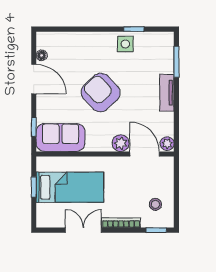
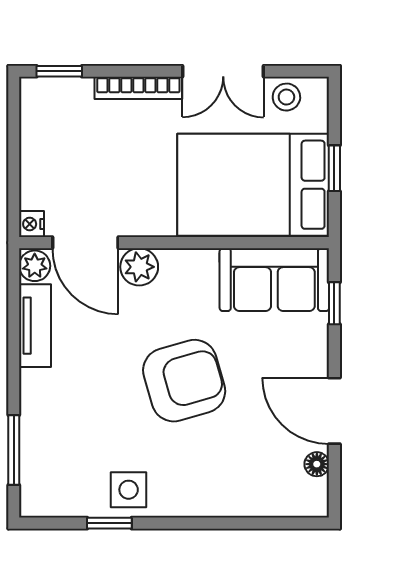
armchair: (101, 93) -> (184, 381), turned -63
tv unit: (167, 93) -> (35, 326), moved
nightstand: (168, 162) -> (32, 224), added
bed: (70, 187) -> (253, 185), width x1.50
stool: (155, 204) -> (286, 97), moved

